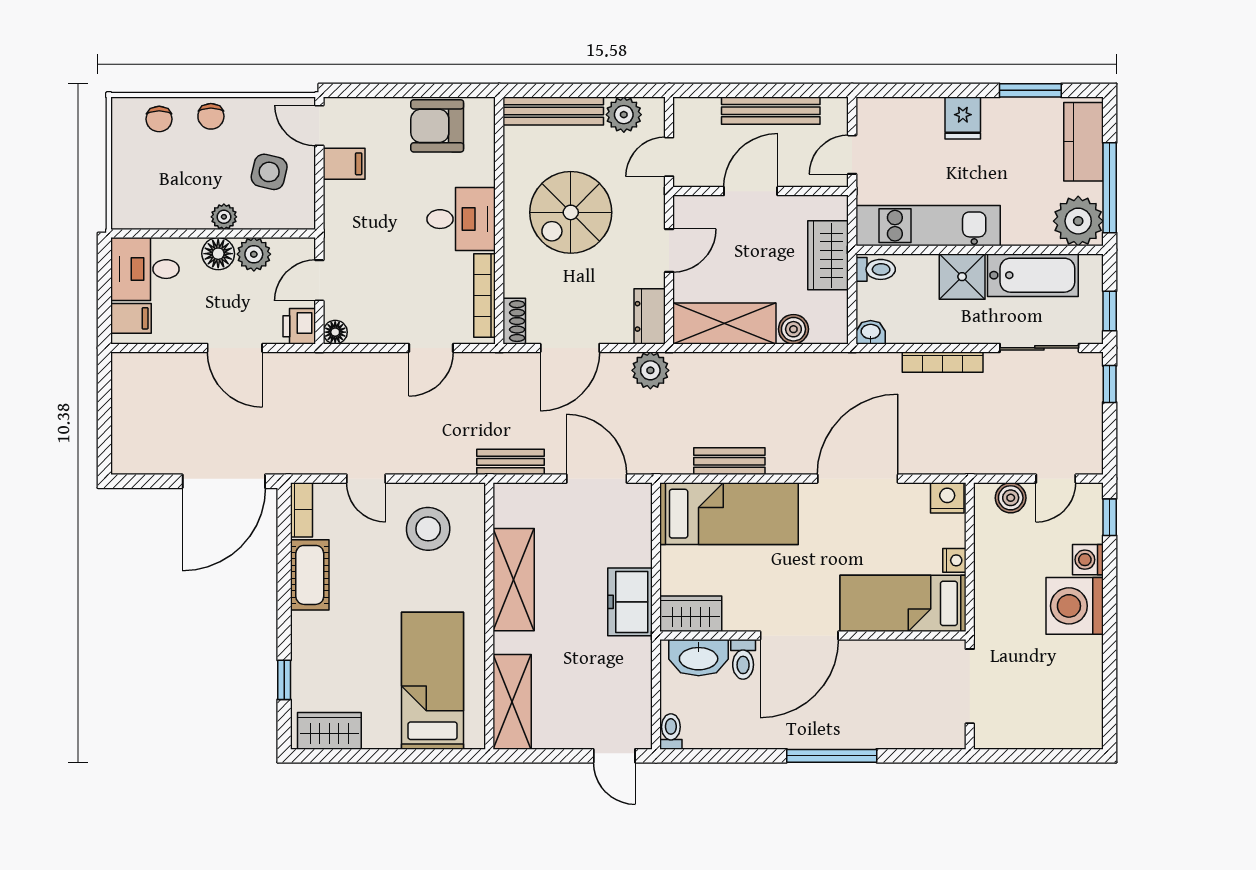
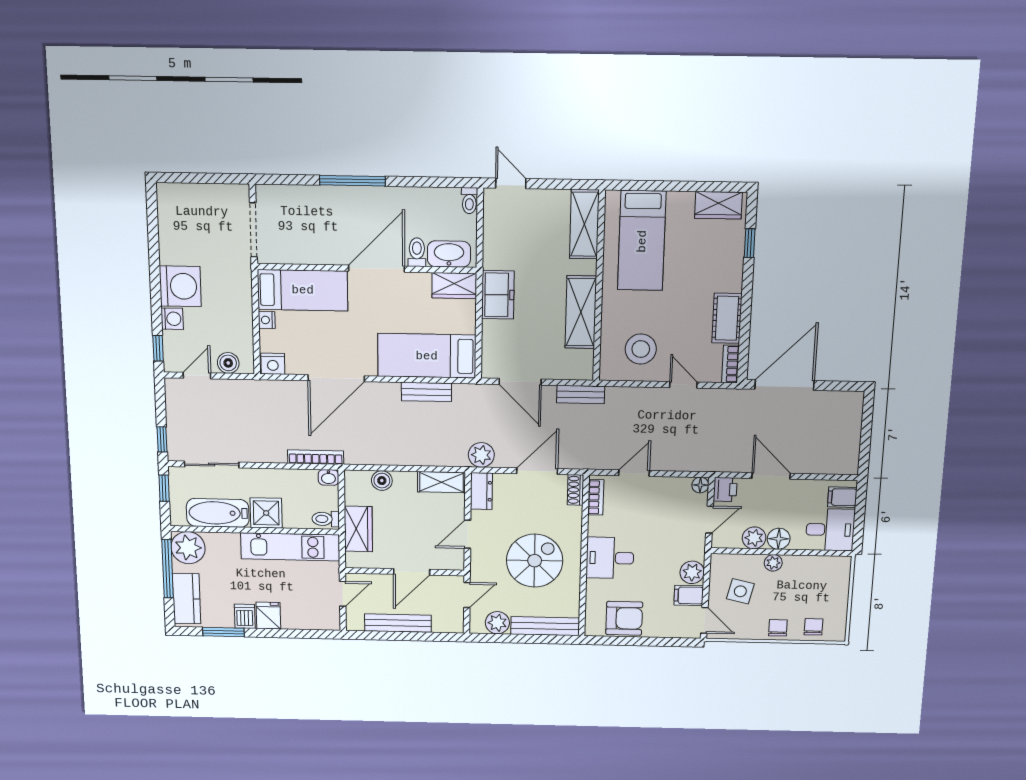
dishwasher: (998, 116) -> (245, 616), added
plant: (341, 200) -> (692, 572), added
bookcase: (484, 295) -> (596, 497), width x0.64
shelving: (724, 323) -> (441, 482), width x0.67, depth x0.75
bookcase: (943, 362) -> (316, 457), moved

